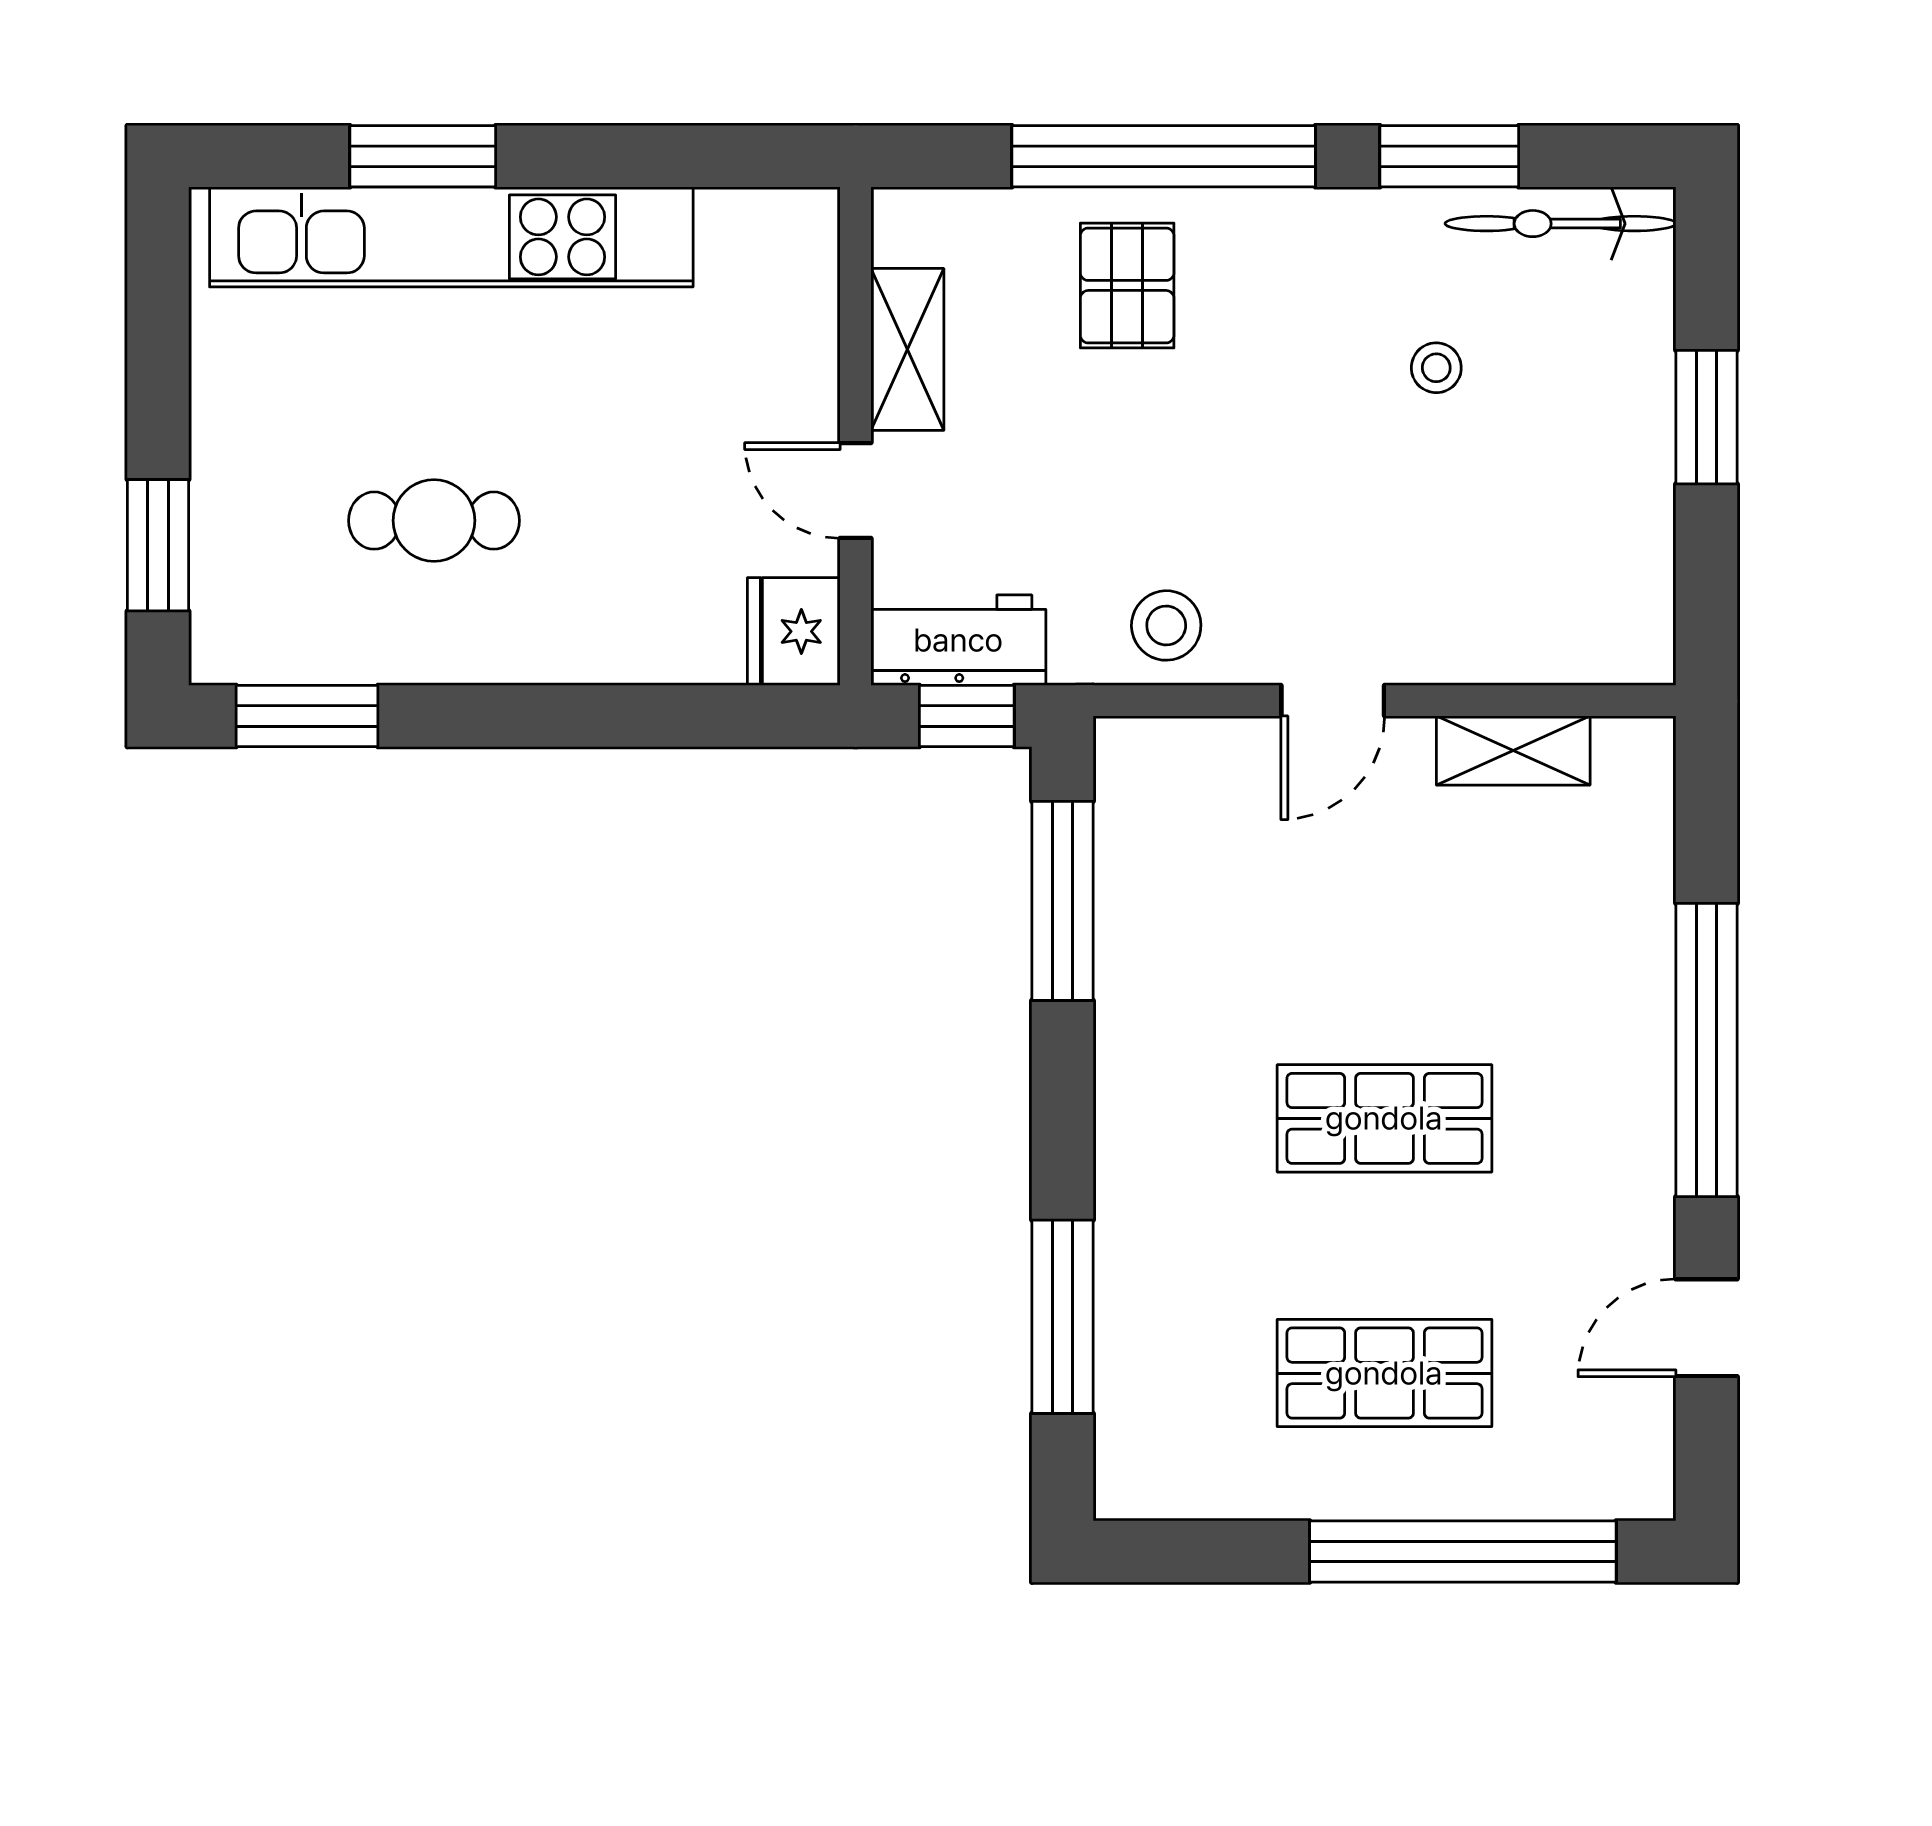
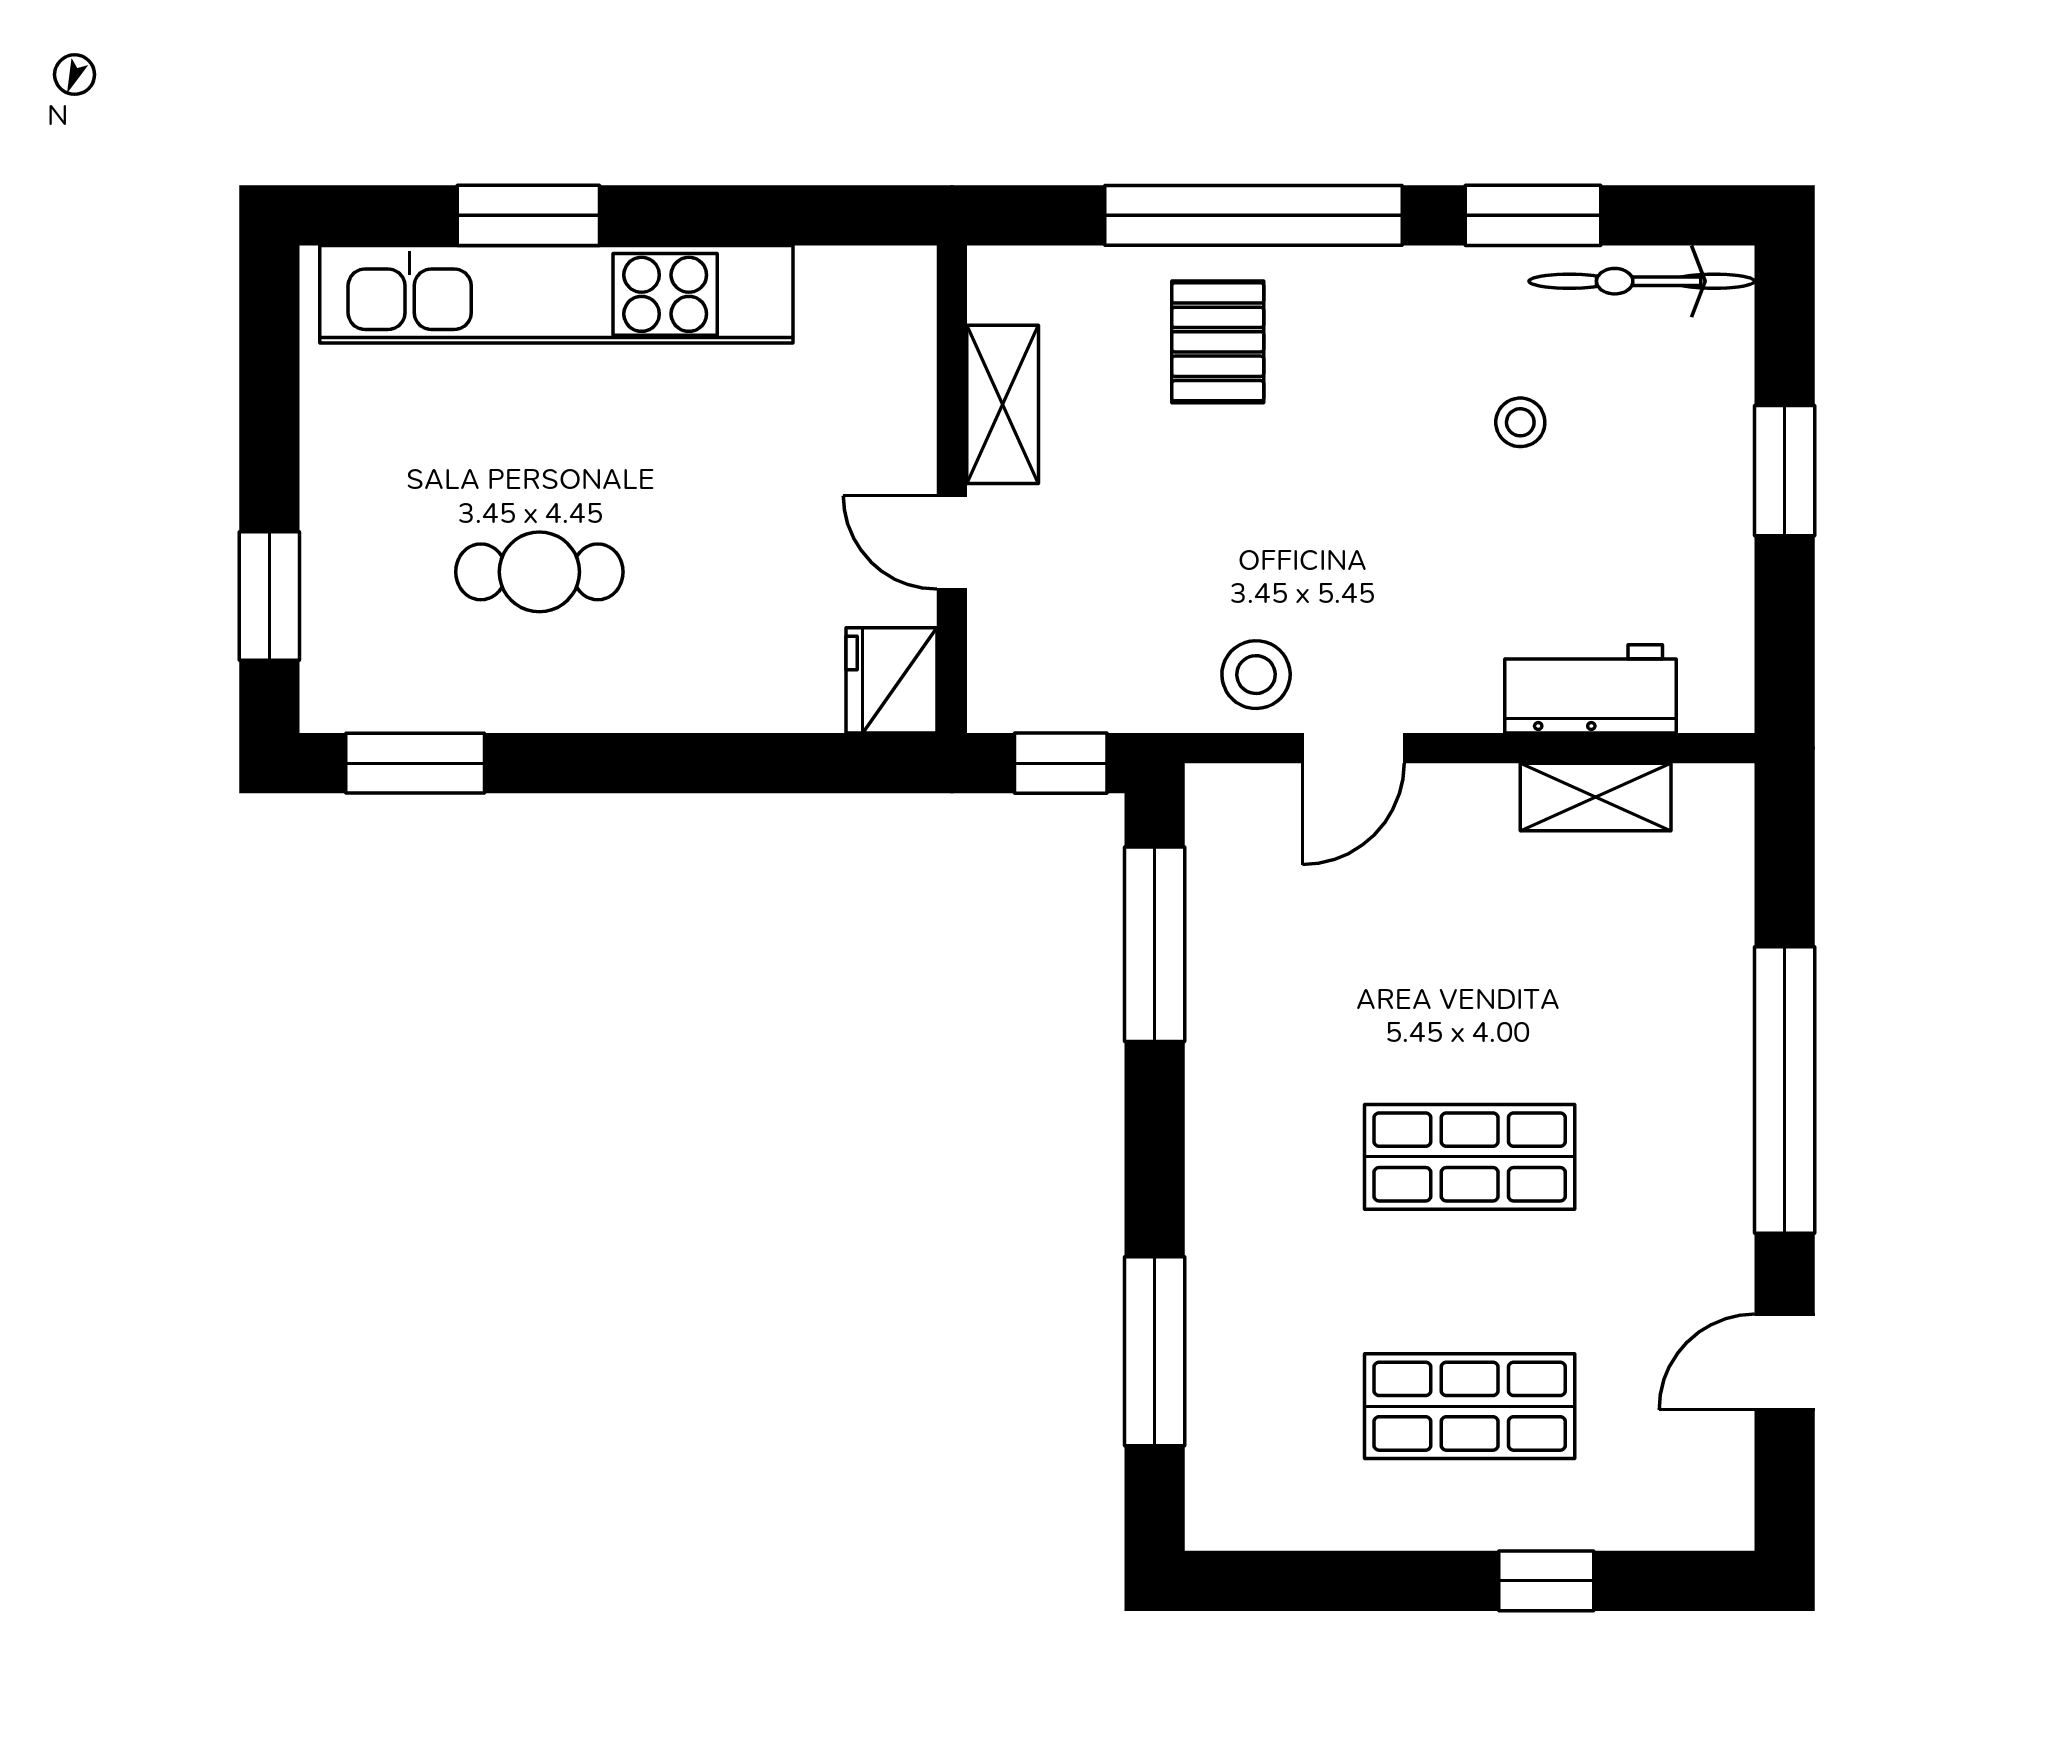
workbench: (958, 640) -> (1590, 689), moved
door: (1333, 701) -> (1353, 748), moved
window: (1463, 1551) -> (1546, 1581), width x0.32

